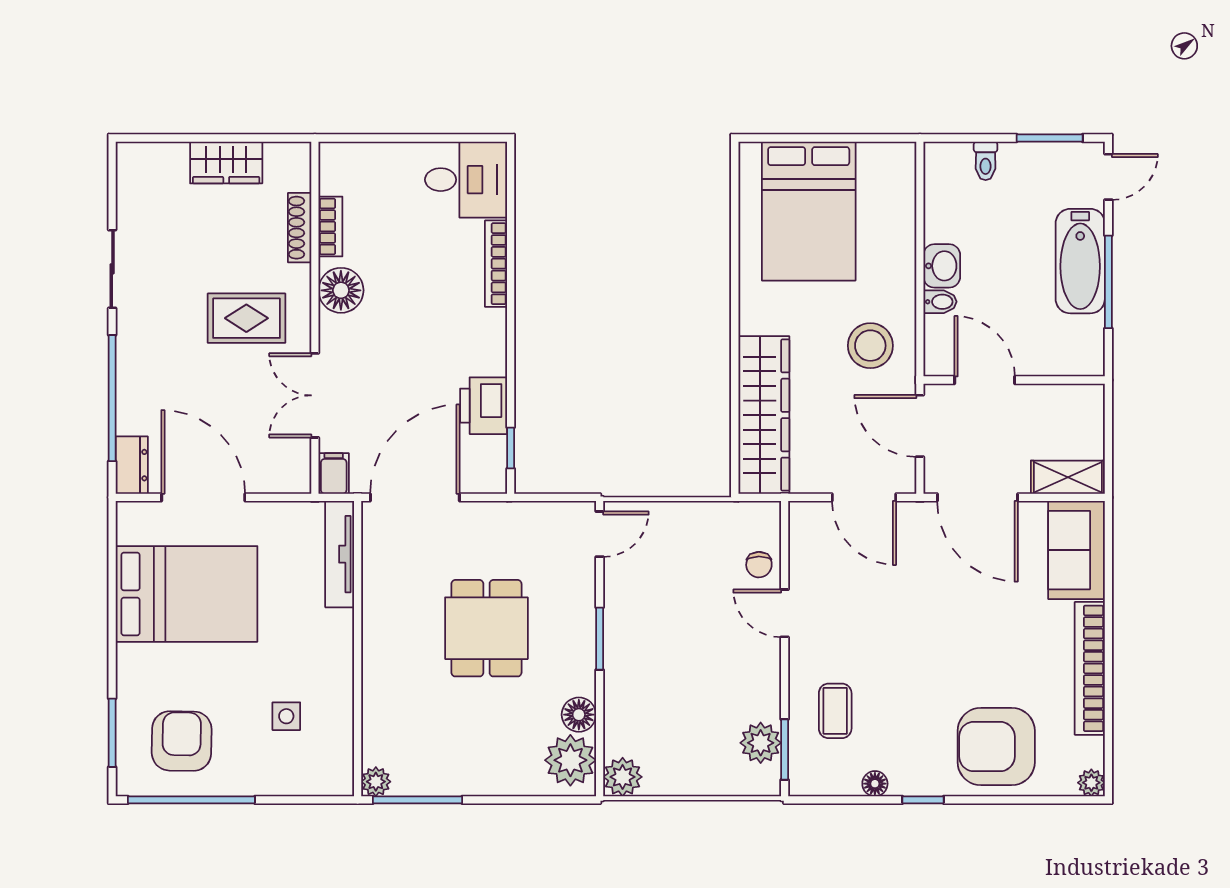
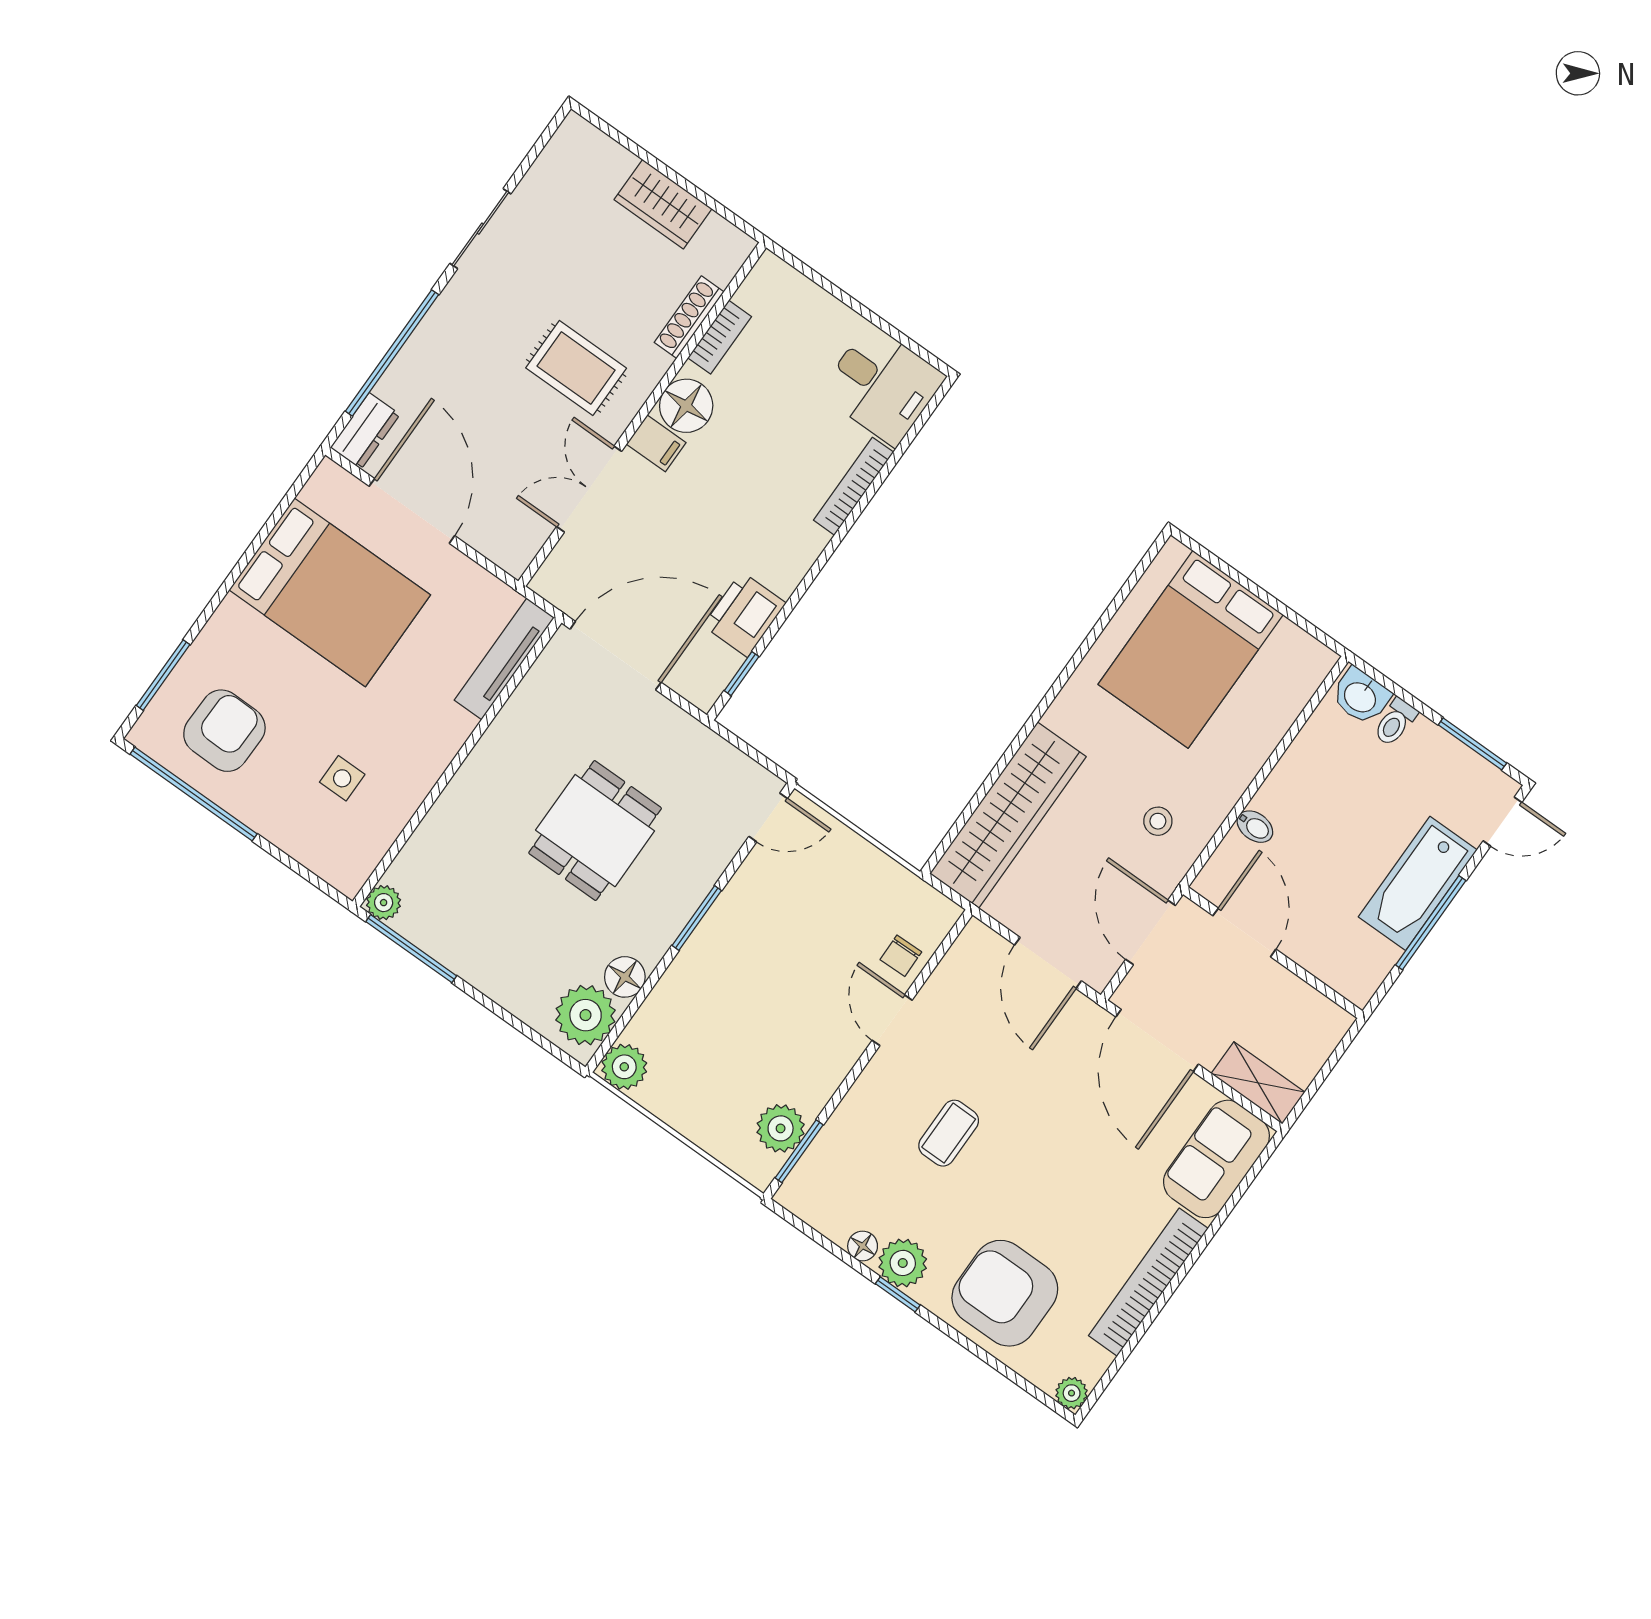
washbasin: (942, 266) -> (1361, 696), moved, turned 90
stool: (870, 346) -> (1158, 821), width x0.53, depth x0.53
filing cabinet: (334, 474) -> (656, 443), moved, turned 90
coffee table: (835, 711) -> (949, 1133), moved
plant: (911, 776) -> (903, 1263), added

